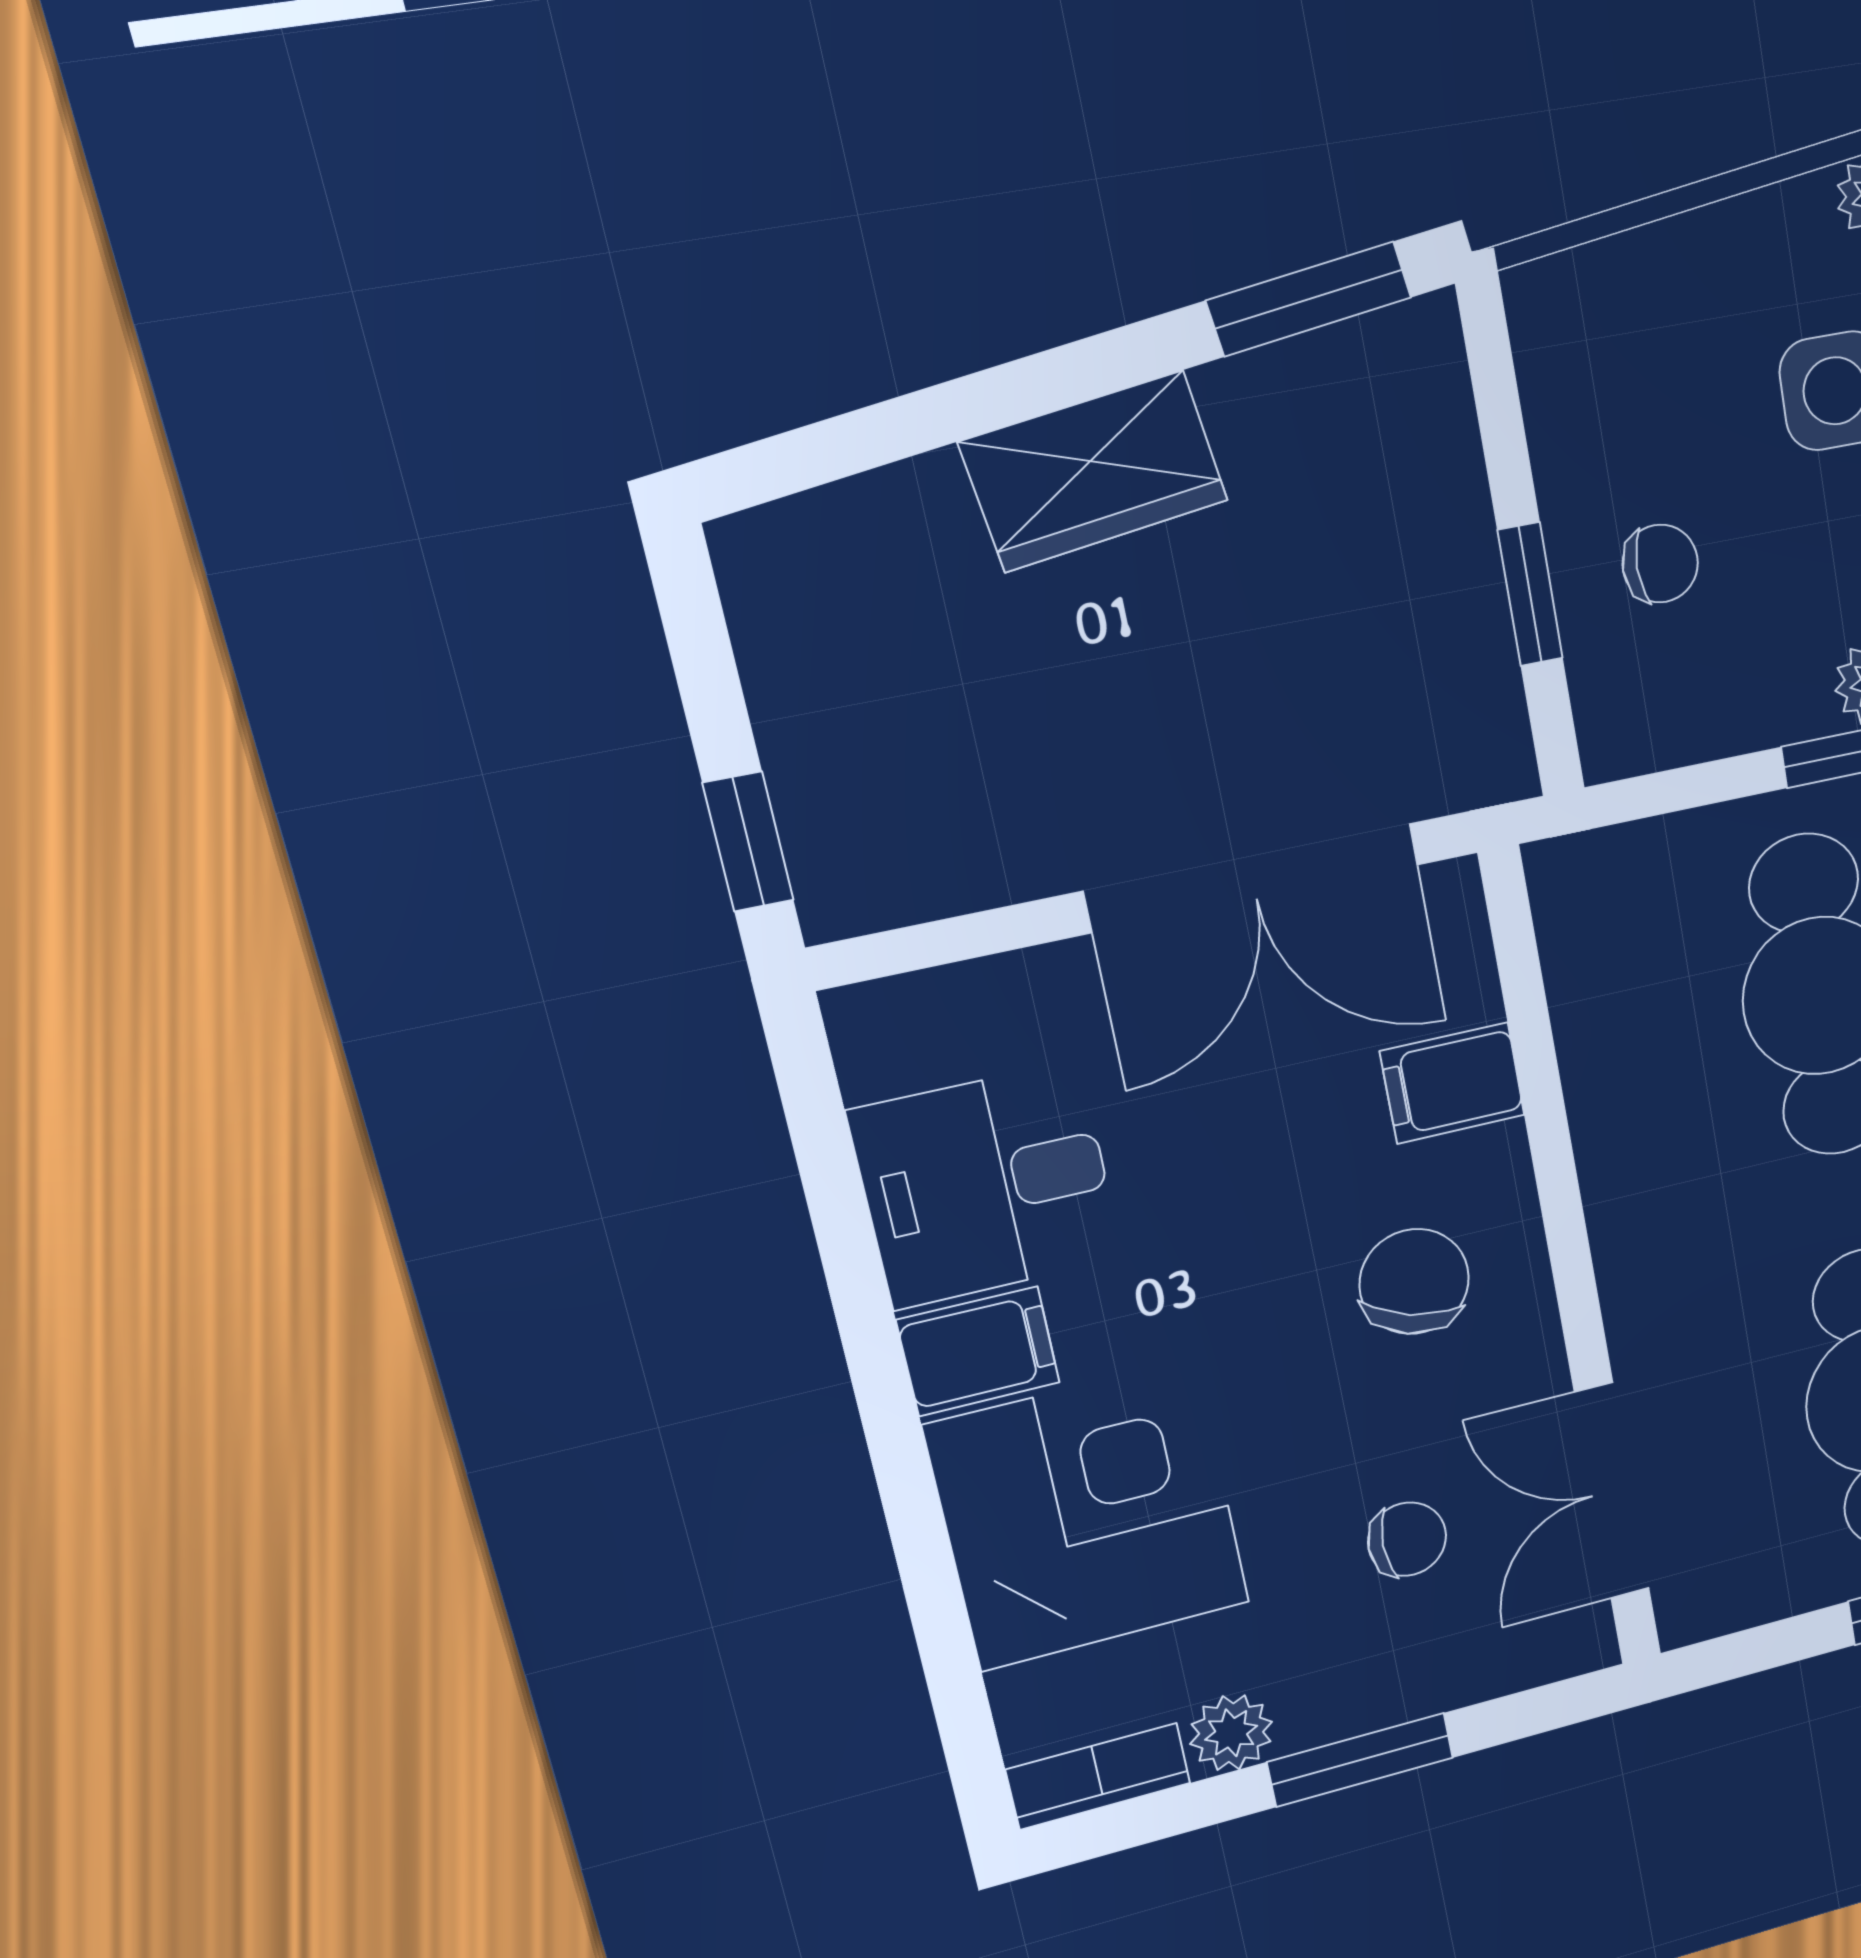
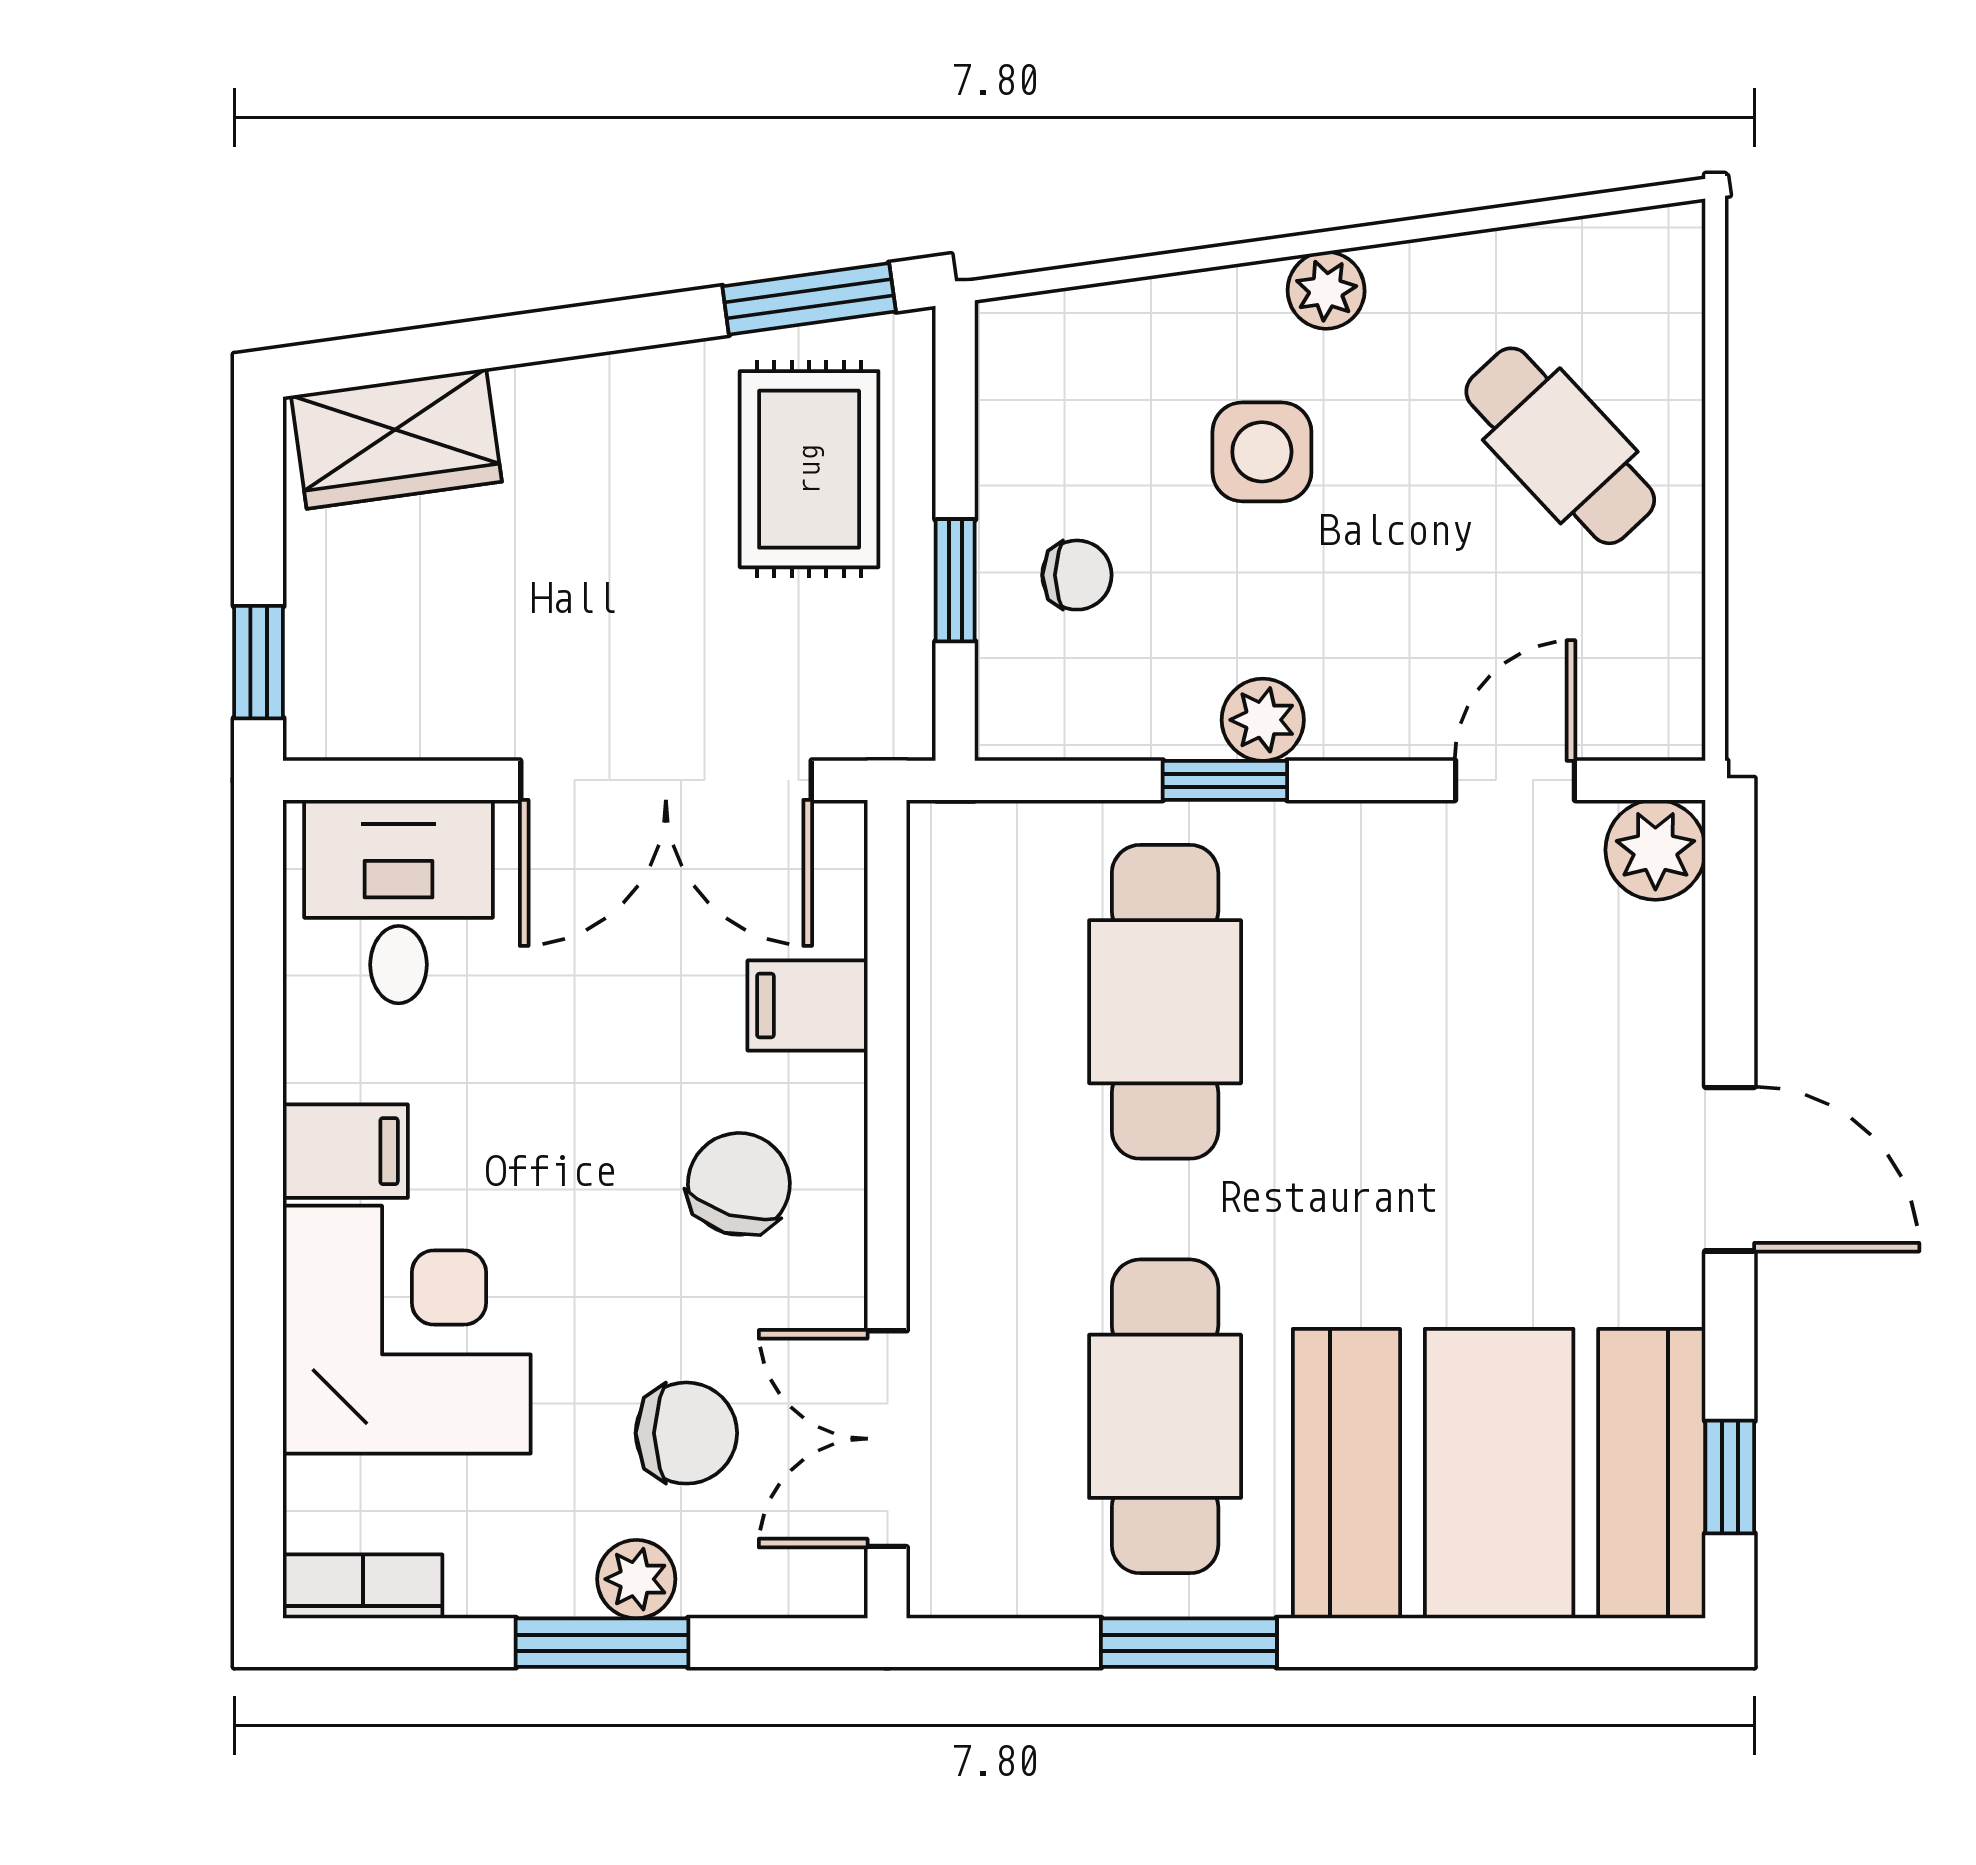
wardrobe: (1094, 471) -> (396, 439), moved
rug: (1346, 498) -> (809, 469), added
desk: (986, 1185) -> (399, 902), moved, turned 90
chair: (1407, 1539) -> (686, 1433), width x1.37, depth x1.37
plant: (1231, 1733) -> (636, 1579), moved

